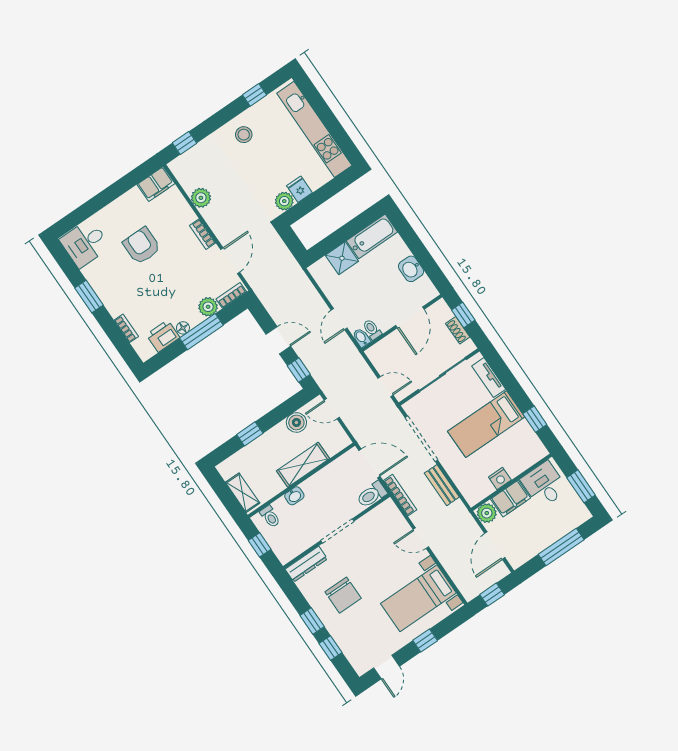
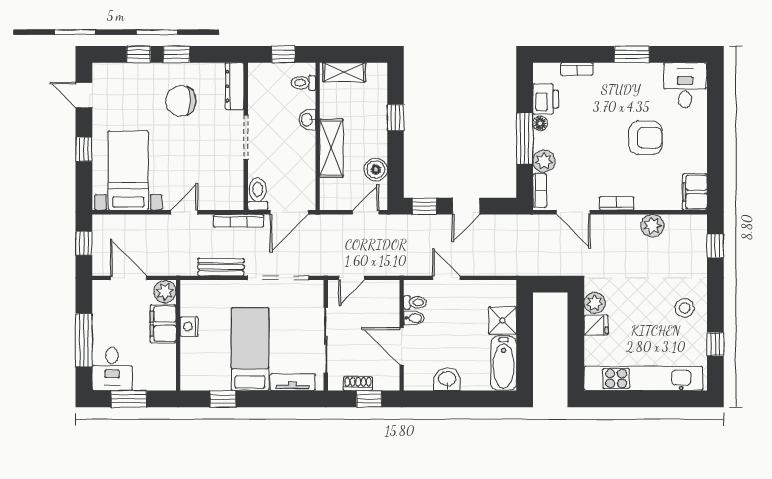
bidet: (361, 338) -> (414, 318), moved
desk: (544, 485) -> (112, 369), moved, turned 90

